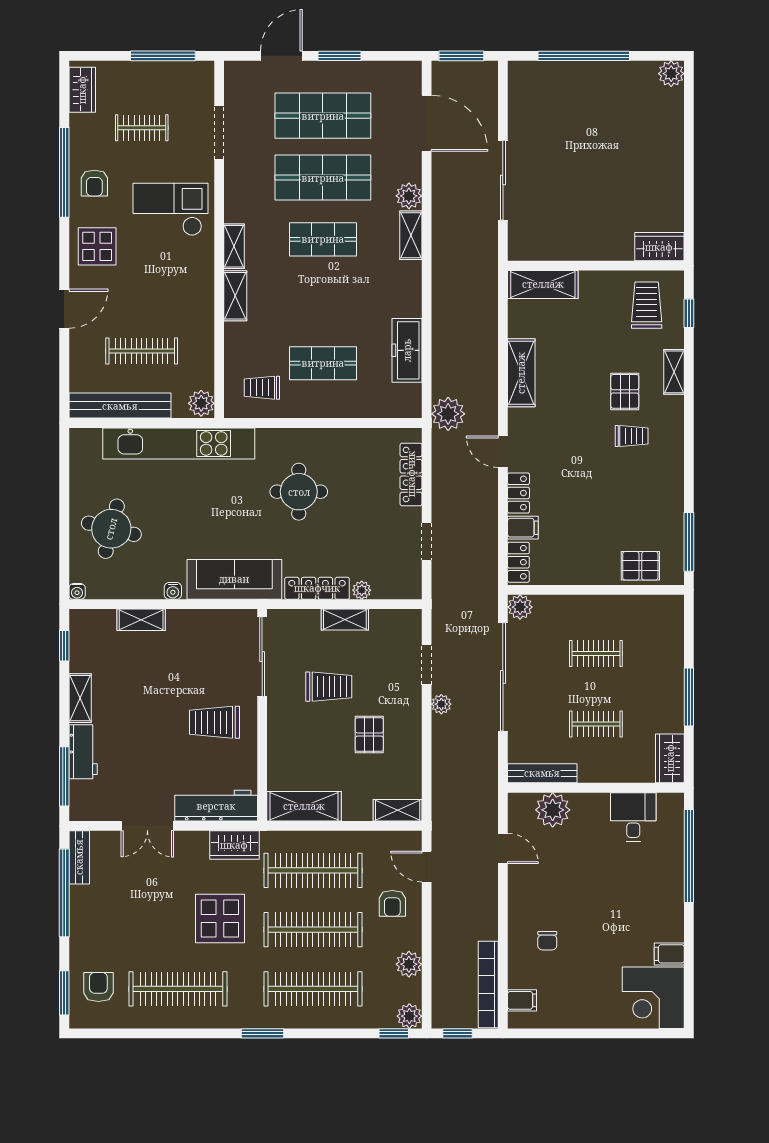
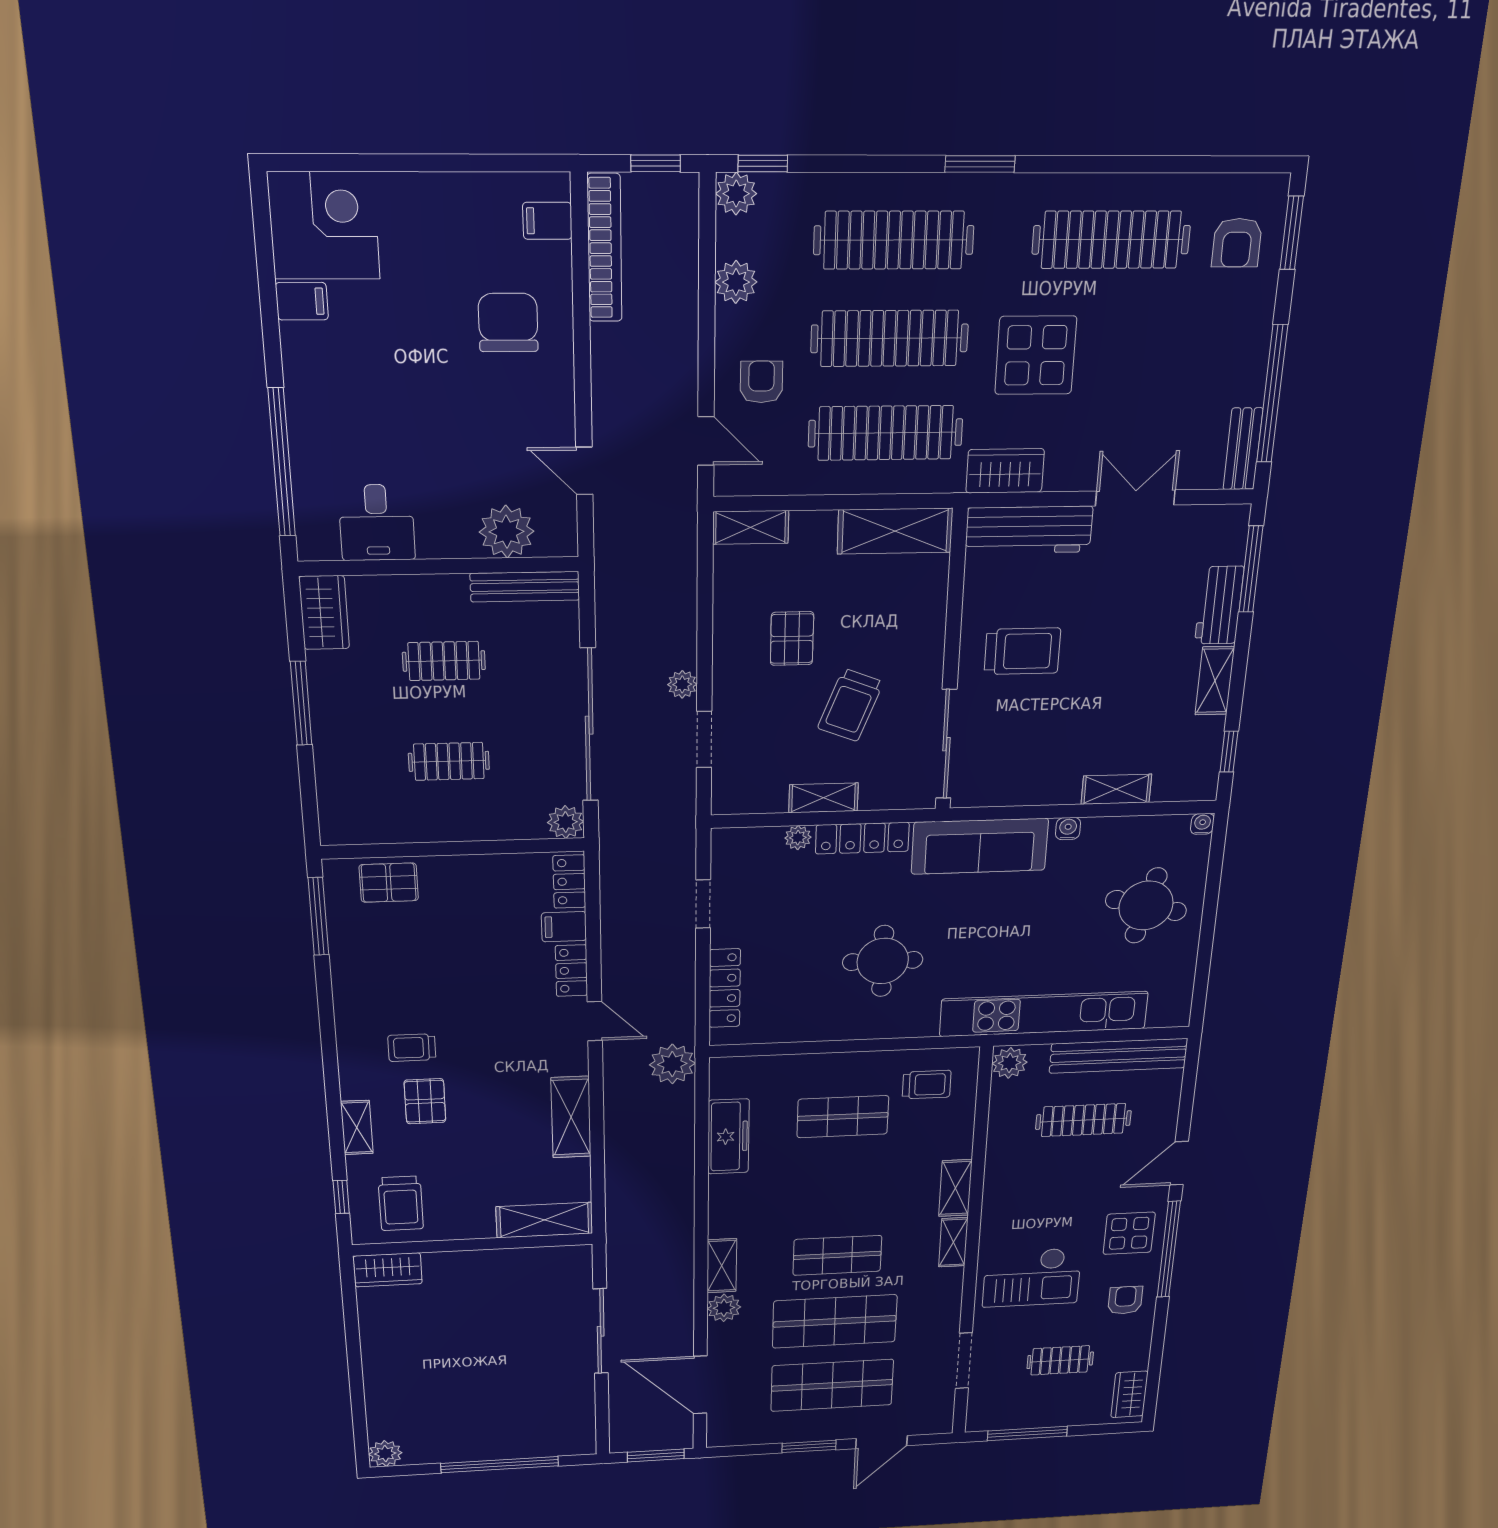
window: (64, 172) -> (1169, 1250), moved
trolley: (329, 687) -> (850, 705), turned -69
chair: (547, 941) -> (508, 323), width x1.87, depth x1.87

